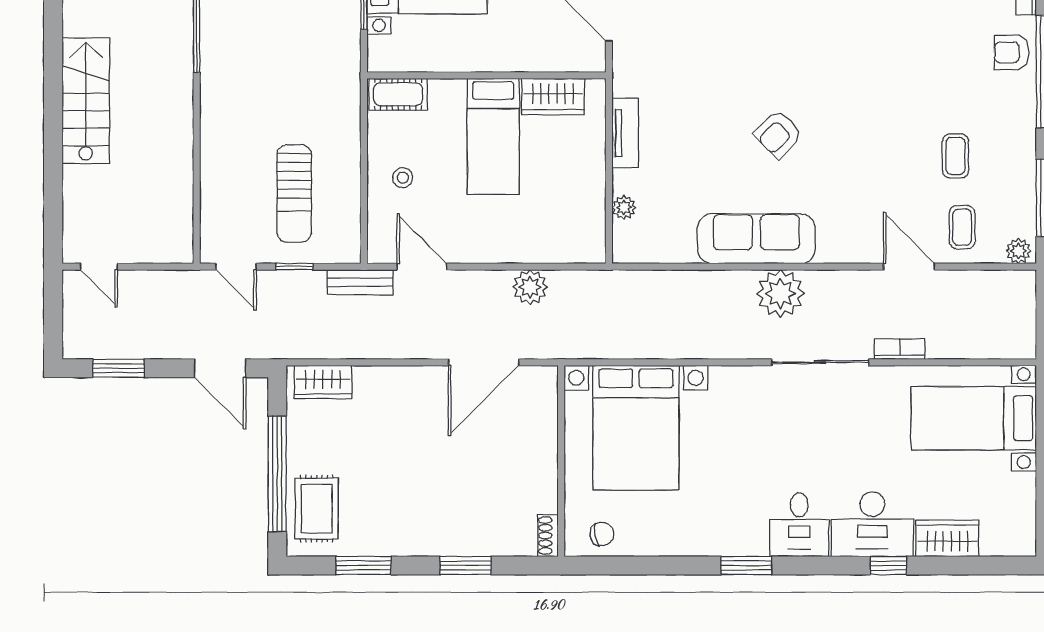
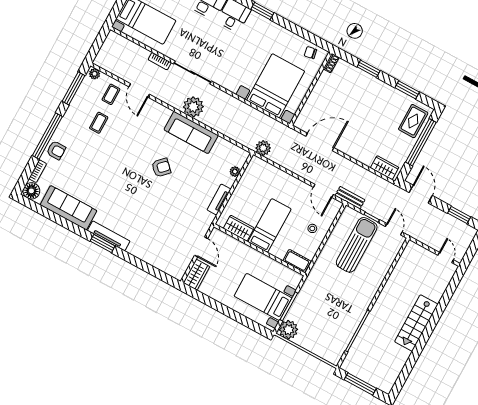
sun lounger: (294, 193) -> (357, 245), width x1.36, depth x1.34
plant: (530, 287) -> (263, 148), moved

